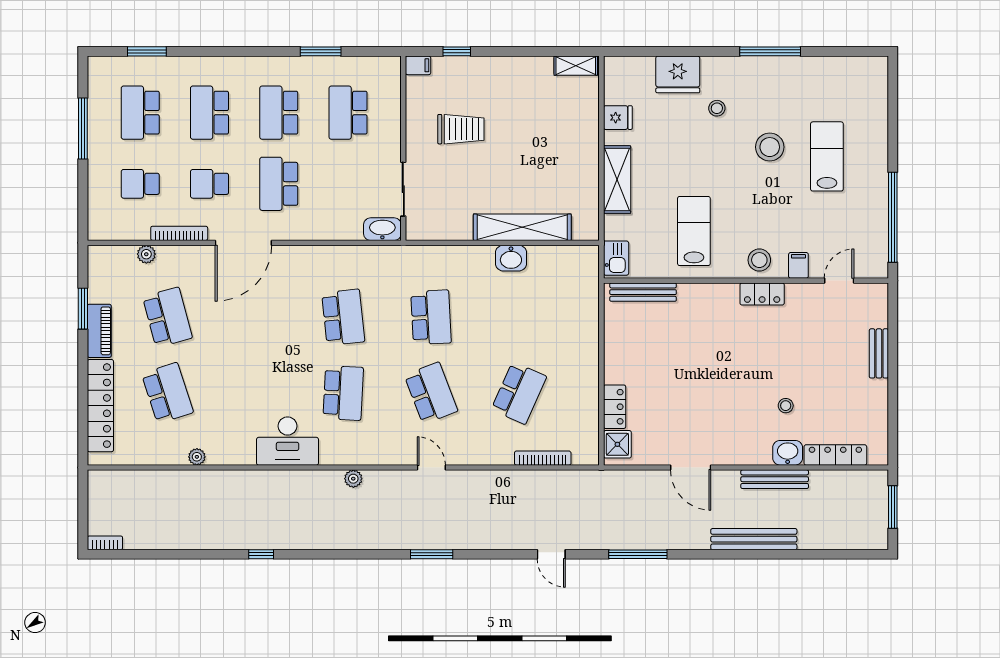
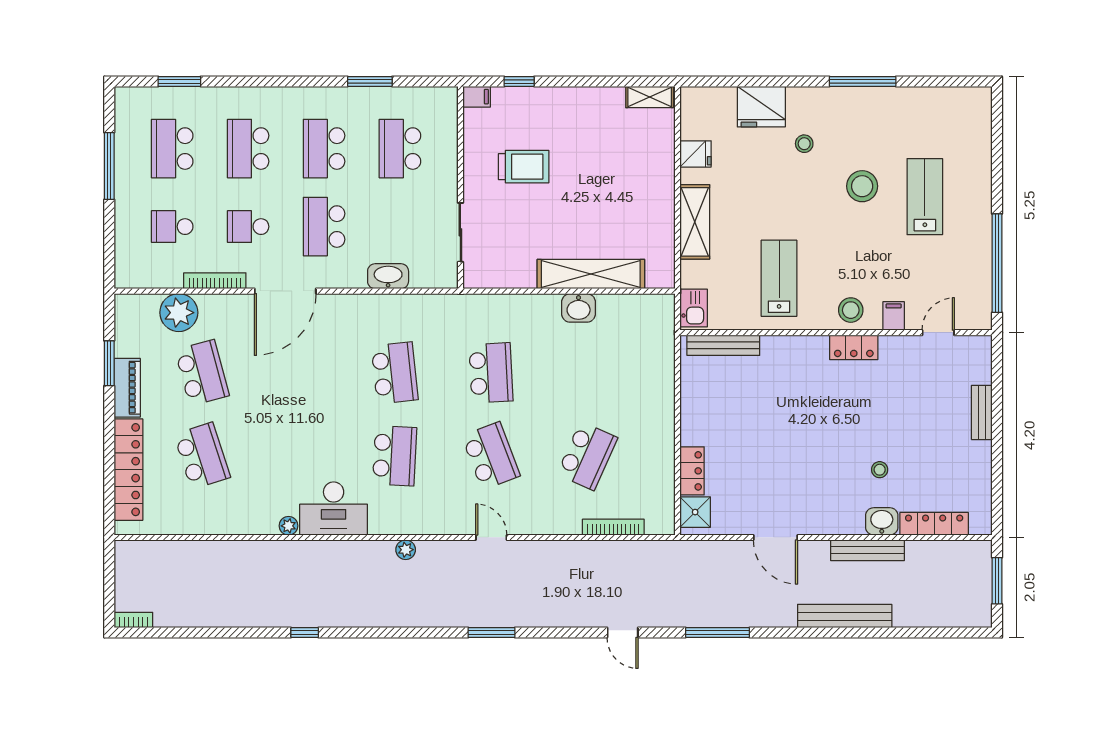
washbasin: (382, 229) -> (388, 276), moved
plant: (146, 254) -> (179, 313), width x1.88, depth x1.88
plant: (197, 457) -> (288, 526), moved

